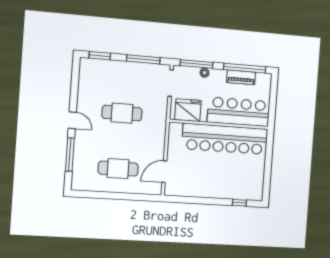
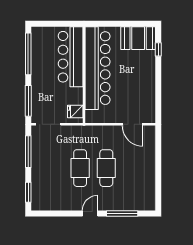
plant: (204, 73) -> (36, 93), removed
piano: (241, 77) -> (37, 57), removed
fridge: (188, 110) -> (75, 112), width x0.53, depth x0.75
cafe table: (118, 169) -> (106, 168), moved
booth: (252, 183) -> (138, 38), added

